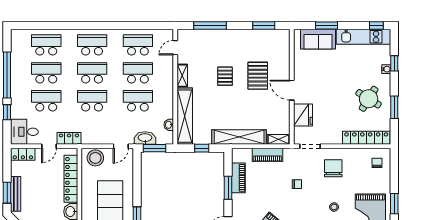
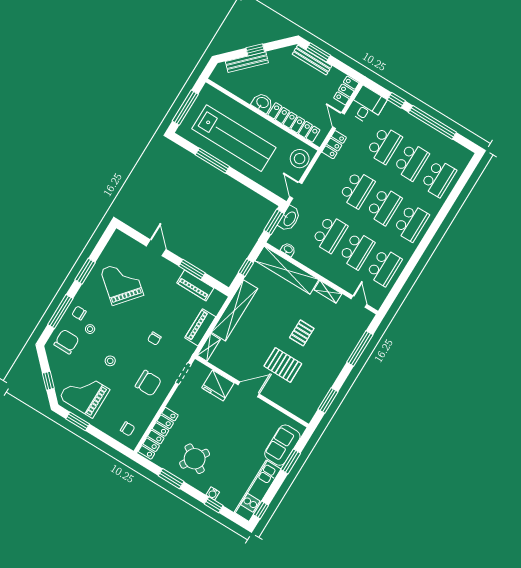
pallet: (225, 76) -> (302, 333), turned 90

